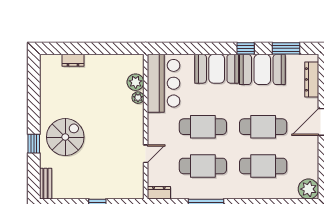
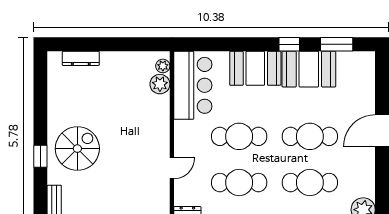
dresser: (73, 60) -> (81, 58), width x1.44
dresser: (312, 79) -> (367, 81), removed
plant: (138, 98) -> (163, 66), moved

